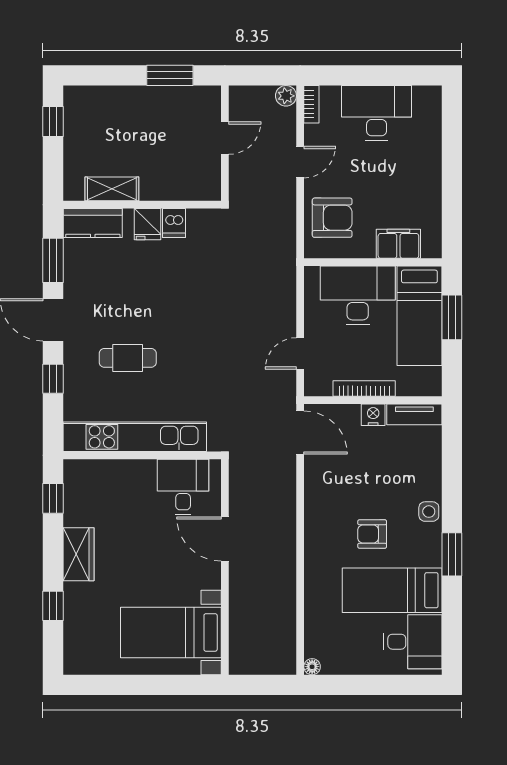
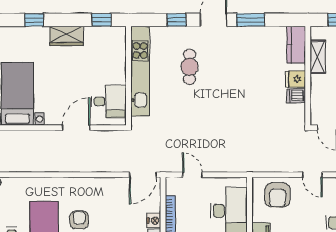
shelving: (112, 189) -> (318, 57), moved
wall: (142, 205) -> (308, 76), moved
kitchen counter: (93, 223) -> (296, 45), moved
dishwasher: (174, 223) -> (296, 96), moved
fridge: (148, 224) -> (295, 79), moved

